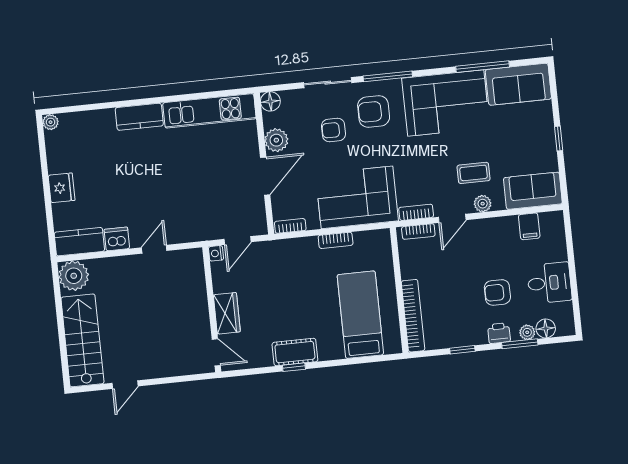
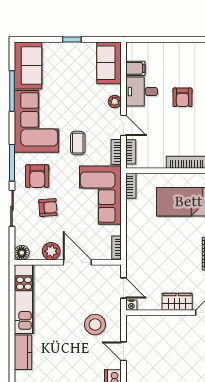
armchair: (333, 130) -> (48, 208), turned -94
coffee table: (474, 173) -> (78, 143), moved
stool: (186, 208) -> (95, 325), added
bookcase: (336, 240) -> (131, 186), moved
desk: (549, 283) -> (142, 91), moved, turned -90

